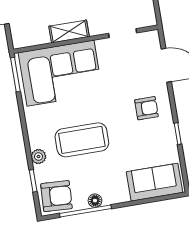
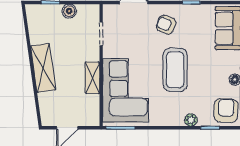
armchair: (147, 108) -> (166, 25), turned -68
coffee table: (82, 140) -> (175, 70), moved

